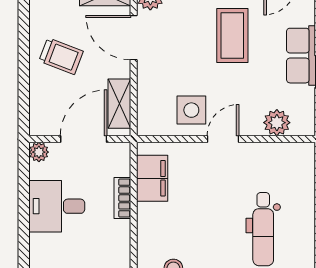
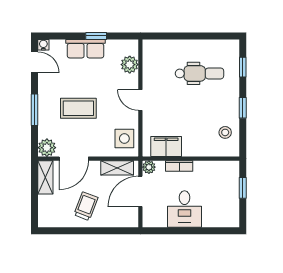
coffee table: (232, 35) -> (78, 108), moved
side table: (191, 110) -> (124, 139), moved
door: (84, 139) -> (140, 191), hinge flipped
plant: (39, 152) -> (149, 167), moved

